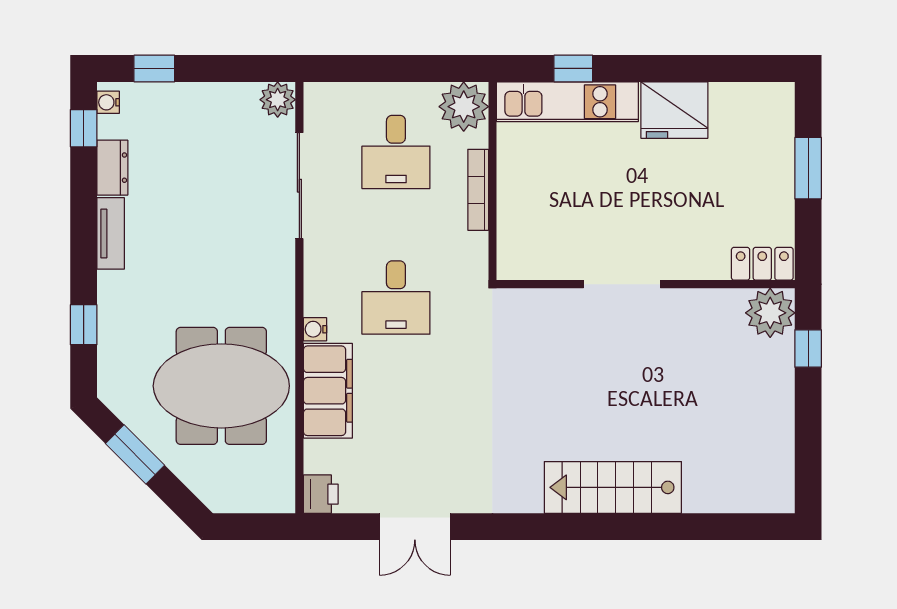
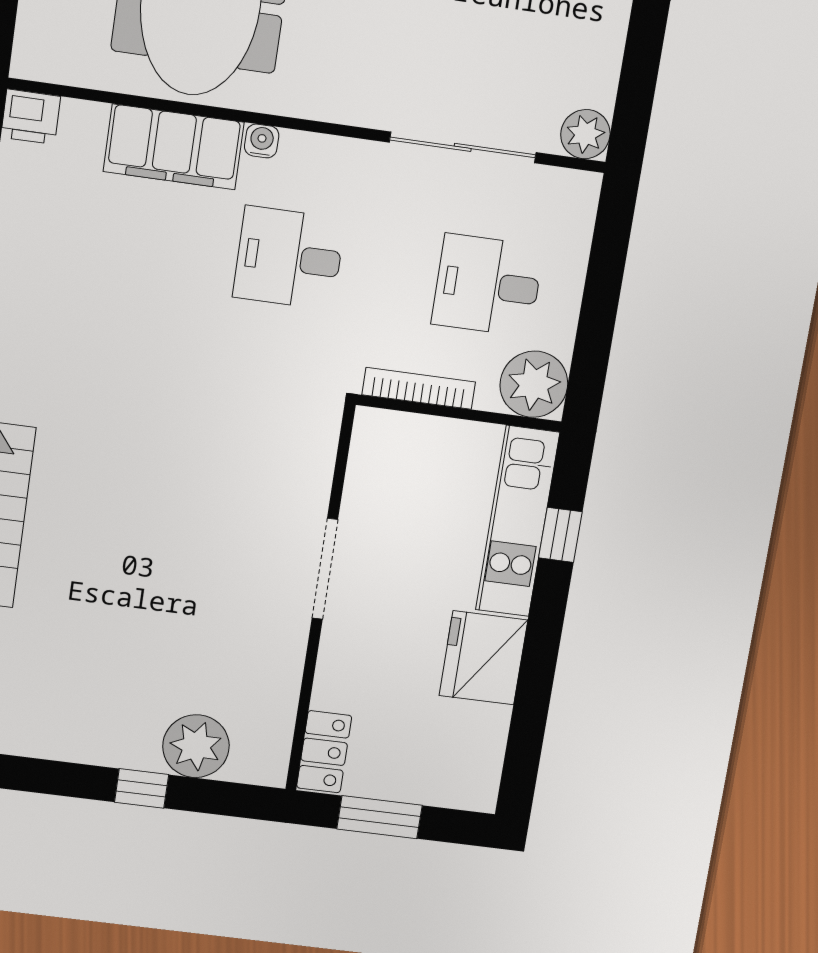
locker: (762, 264) -> (324, 752), moved
doorway: (622, 284) -> (325, 569), moved
wall: (646, 284) -> (320, 599), moved

